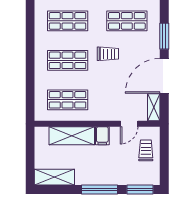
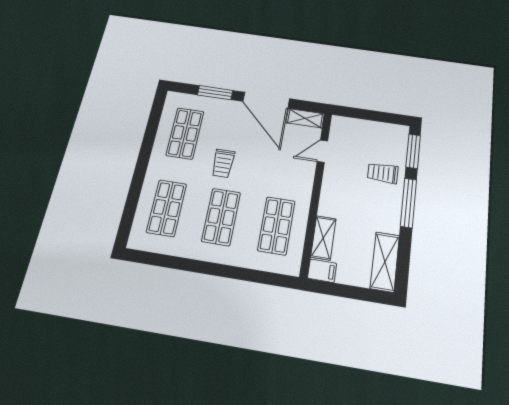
trolley: (108, 54) -> (223, 163), turned 180
door: (129, 124) -> (322, 151), swing flipped
shelving: (72, 136) -> (323, 238), width x0.67, depth x0.75
filing cabinet: (102, 136) -> (322, 271), moved
trolley: (146, 150) -> (383, 173), moved

